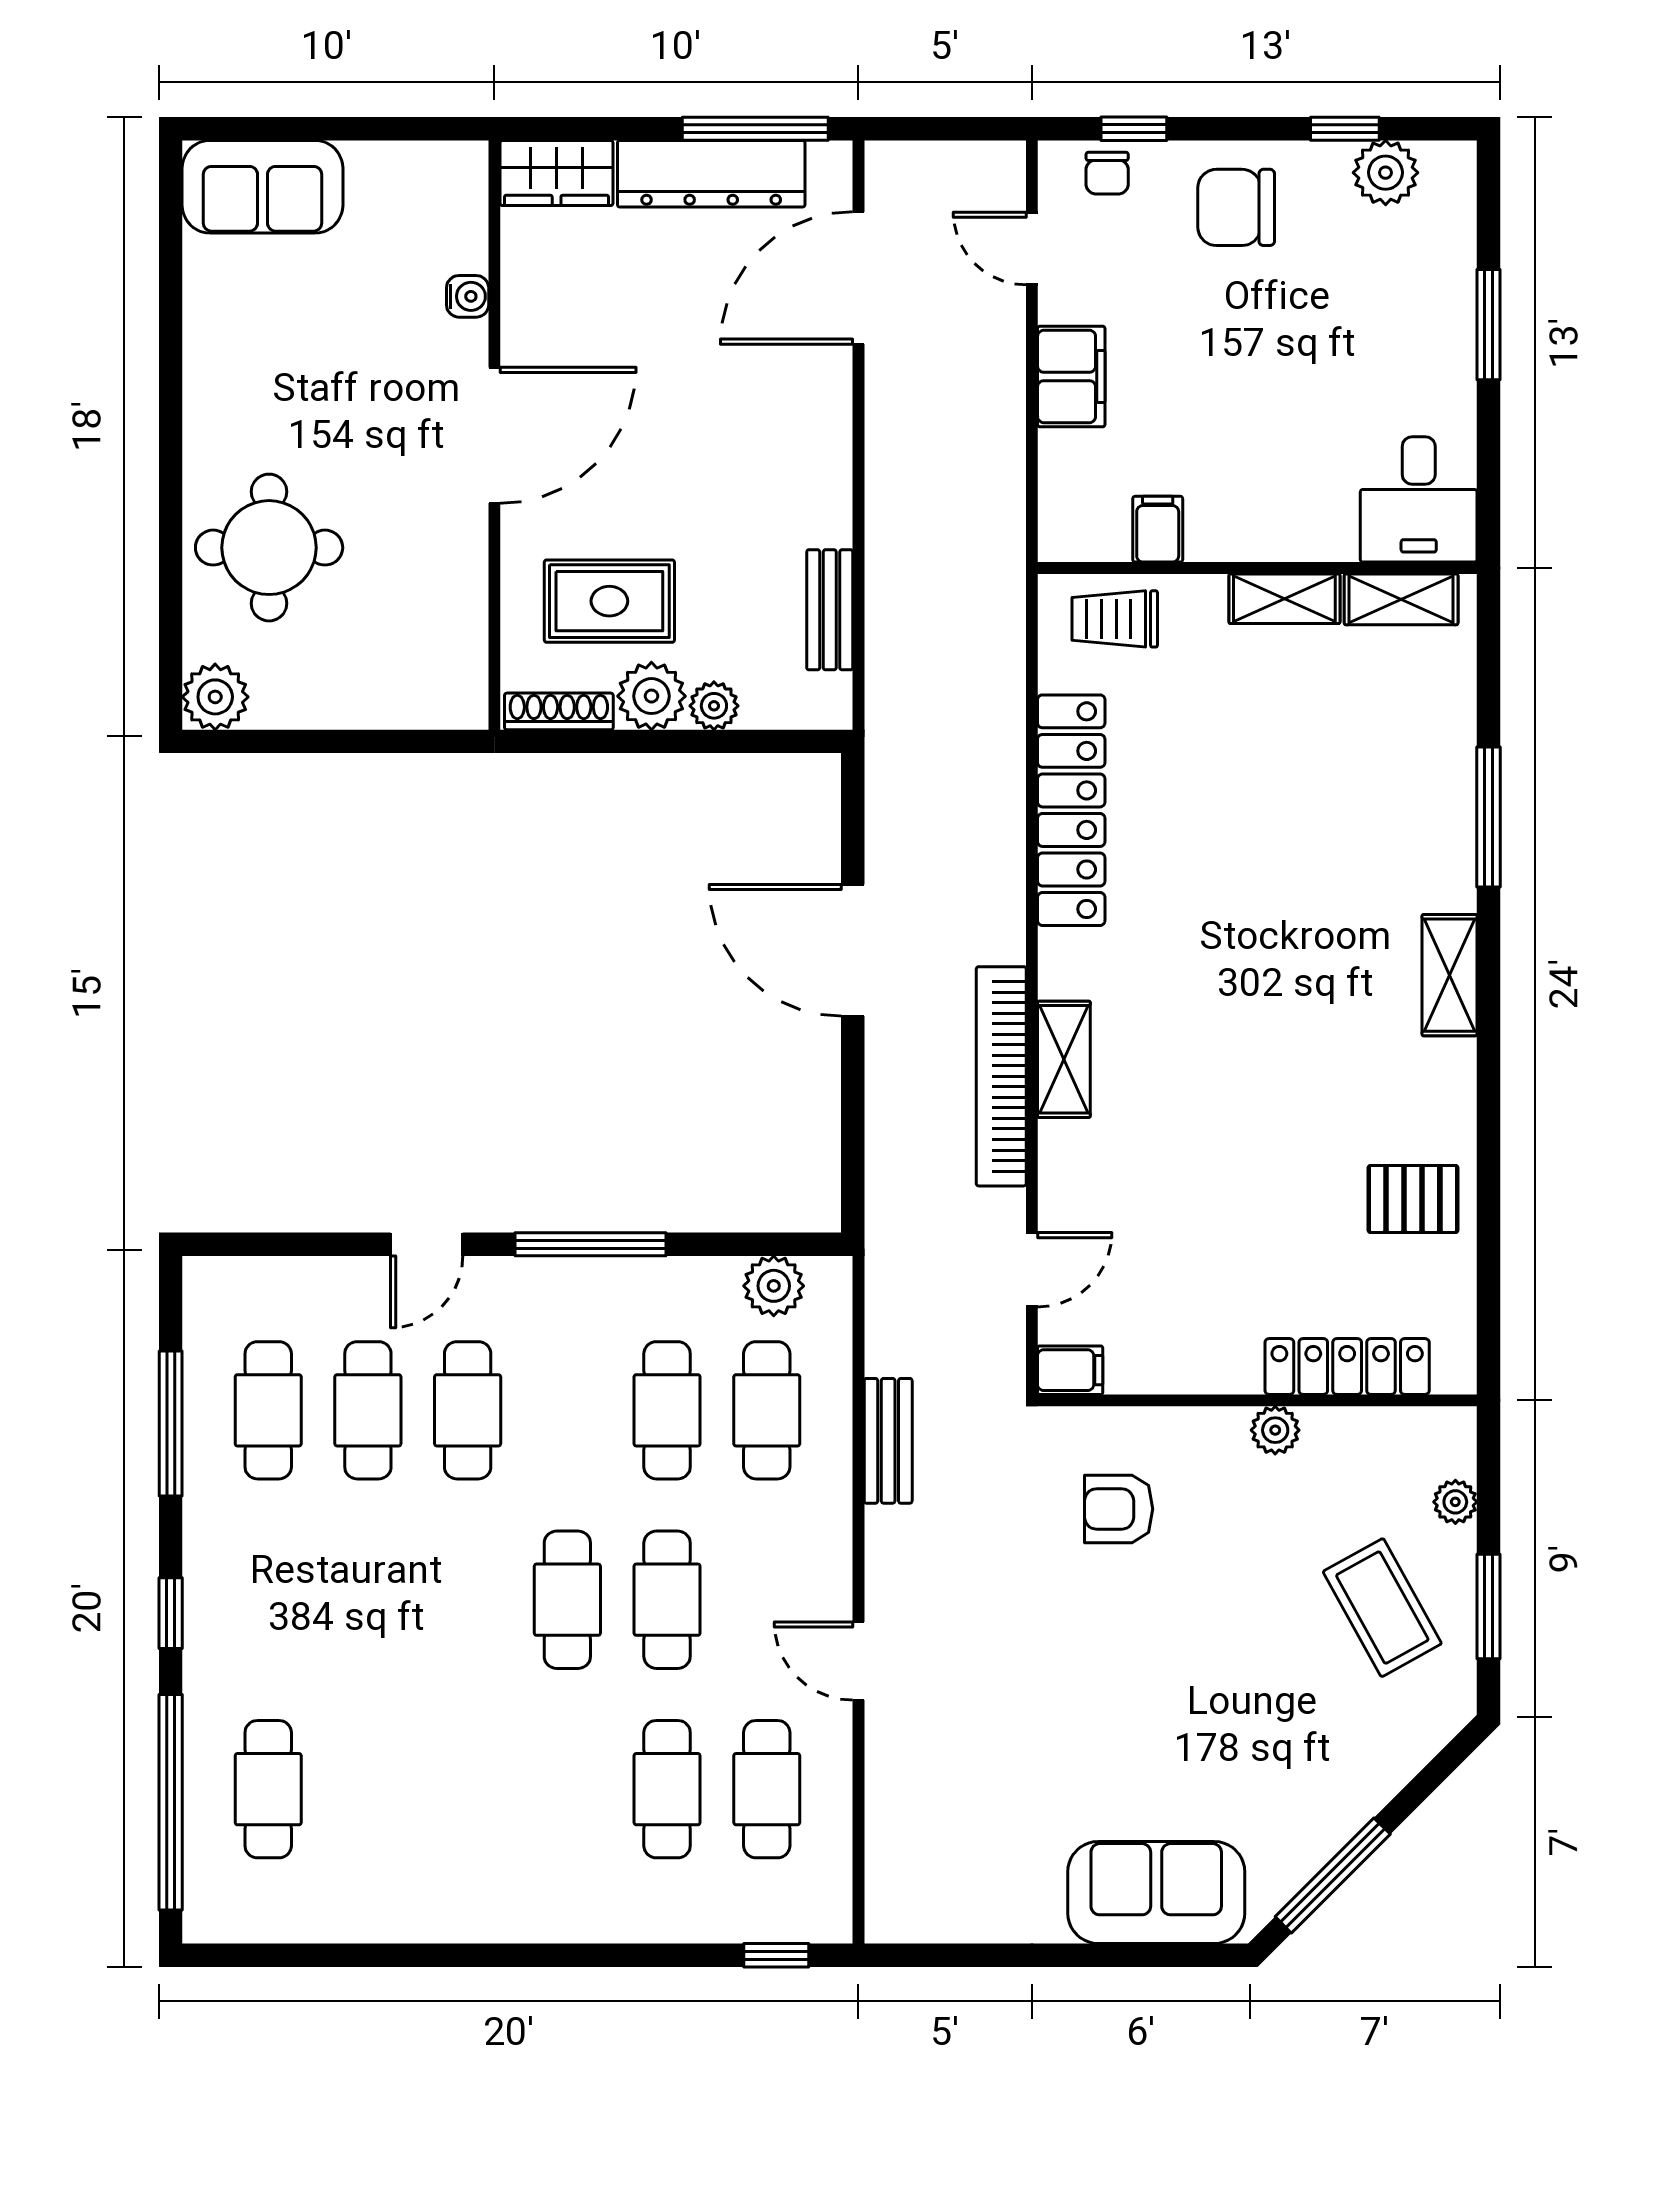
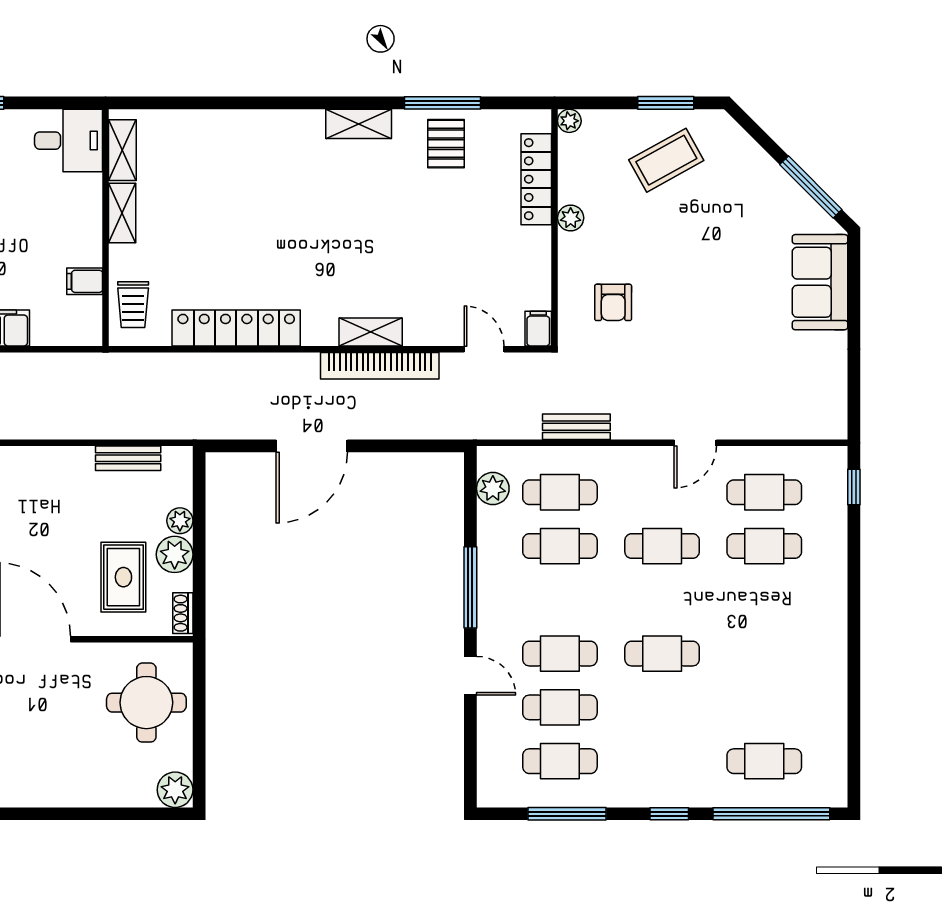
round table: (269, 548) -> (146, 703), moved
shoe rack: (559, 711) -> (183, 613), width x0.70
window: (1489, 817) -> (443, 103), moved
shelving: (1450, 975) -> (359, 124), moved
plant: (1455, 1502) -> (569, 121), moved
cafe table: (567, 1600) -> (662, 654), moved

